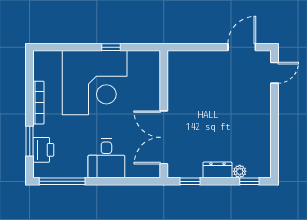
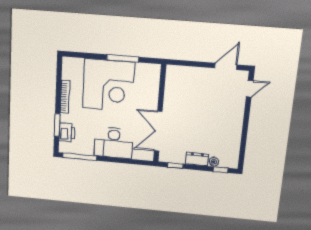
window: (111, 47) -> (123, 58), width x2.17
desk: (106, 158) -> (114, 143), width x1.37

